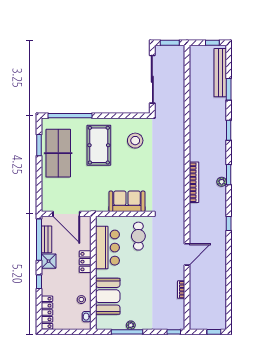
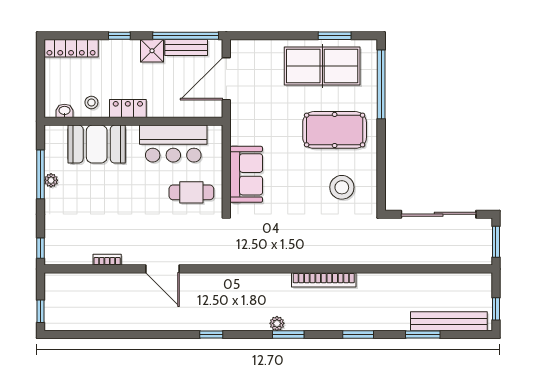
bookcase: (194, 182) -> (324, 280), moved
locker: (85, 262) -> (128, 108), moved

